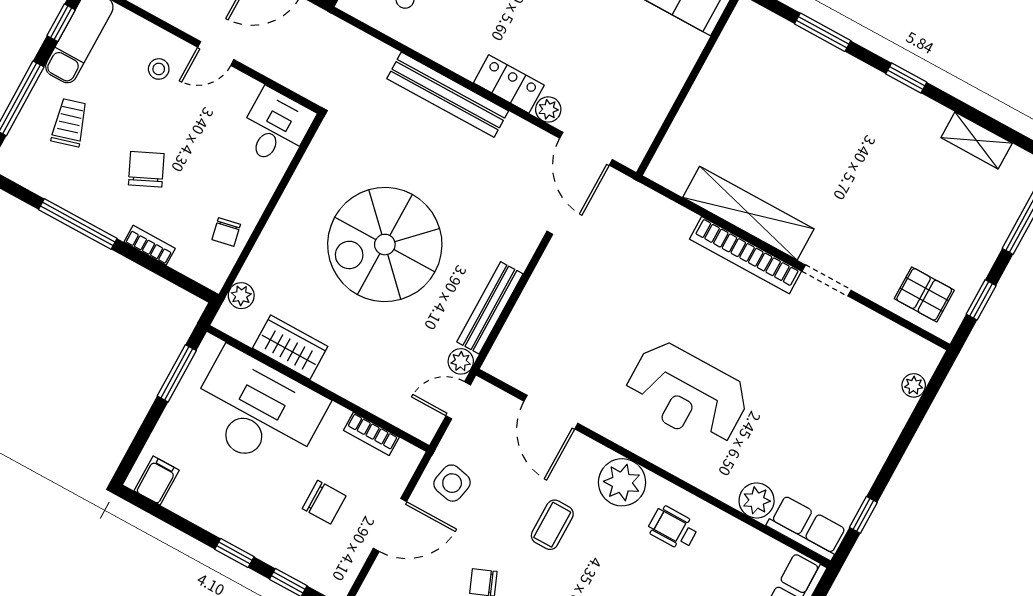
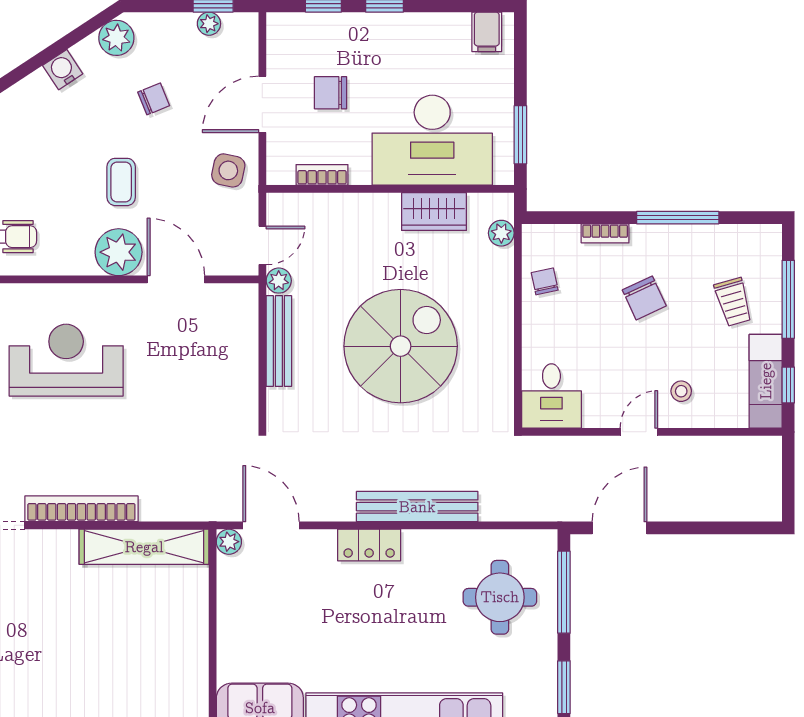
plant: (548, 109) -> (229, 542), moved
shelving: (748, 213) -> (144, 547), moved
plant: (622, 482) -> (119, 252), moved

